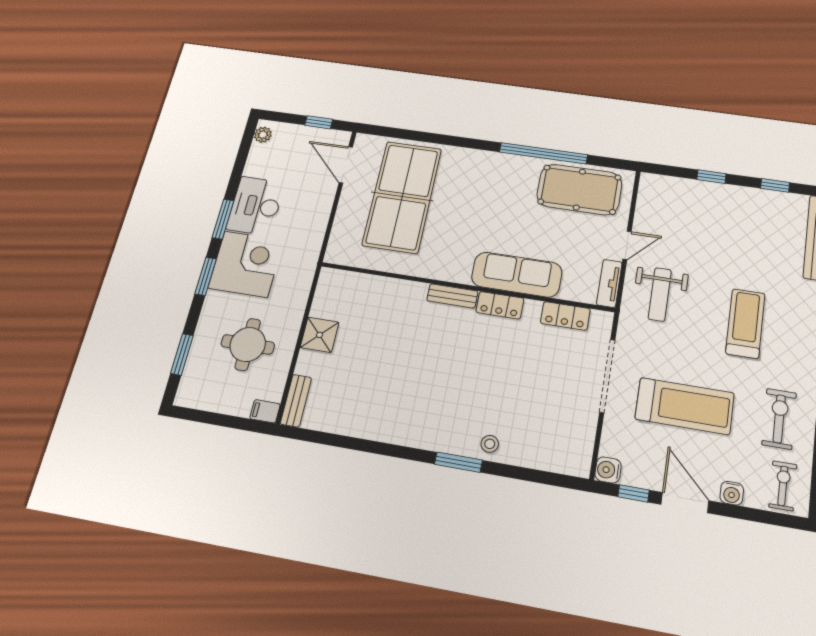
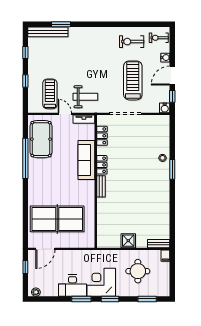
treadmill: (745, 323) -> (50, 94), moved, turned 90

